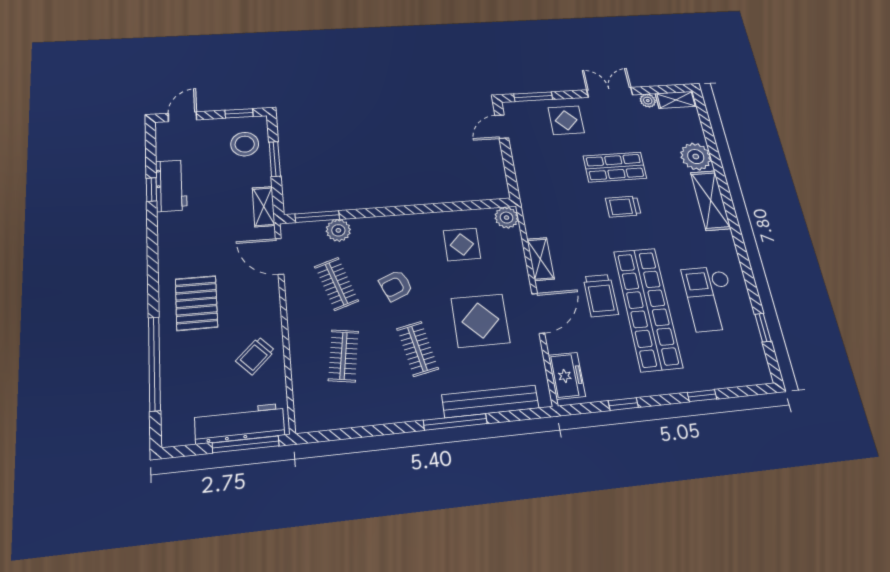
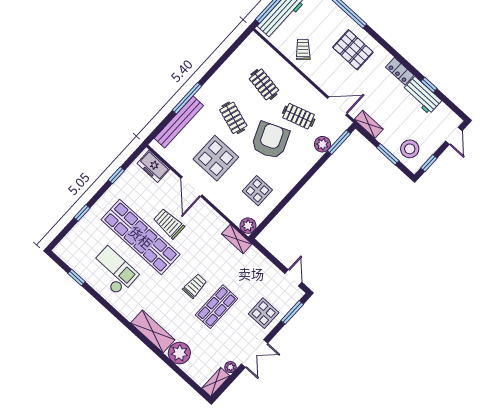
locker: (168, 232) -> (400, 71), added
shelving: (540, 259) -> (237, 239), moved
armchair: (396, 286) -> (270, 140), width x1.88, depth x1.88
clothes rail: (417, 349) -> (233, 118), turned 30

